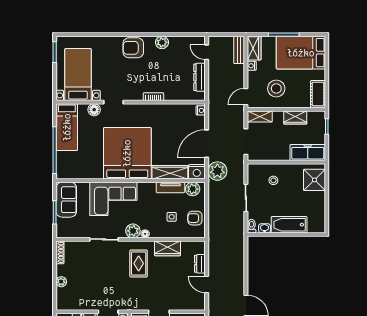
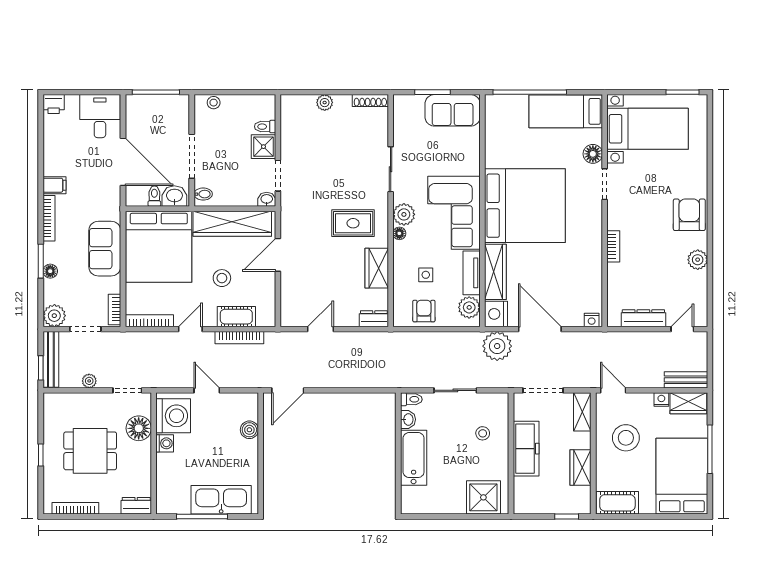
freezer: (308, 153) -> (526, 449), moved
corner sofa: (113, 199) -> (454, 213), moved
dresser: (200, 264) -> (374, 319), moved

